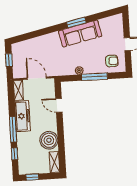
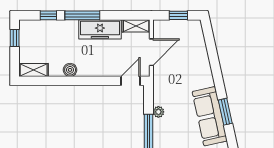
door: (59, 105) -> (131, 81), moved
boiler: (49, 140) -> (70, 70), width x0.54, depth x0.54

